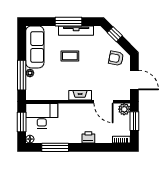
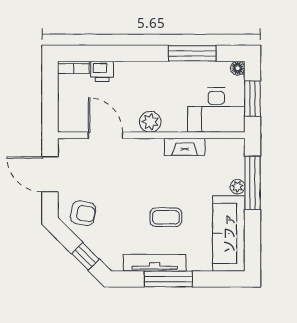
fireplace: (80, 95) -> (185, 147), moved
plant: (124, 109) -> (150, 122), moved
window: (134, 121) -> (50, 100), removed
printer: (88, 137) -> (102, 71), moved

